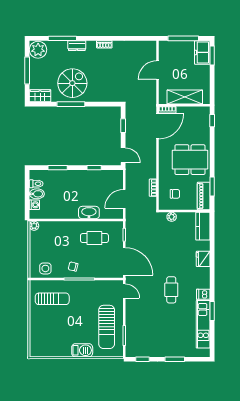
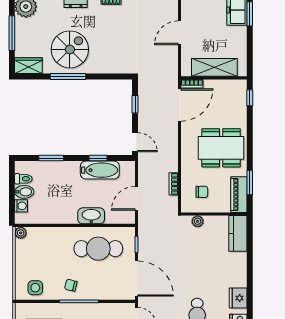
bathtub: (96, 177) -> (100, 170), added
cafe table: (94, 238) -> (98, 249), width x1.37, depth x1.35
fridge: (203, 259) -> (238, 298), moved

